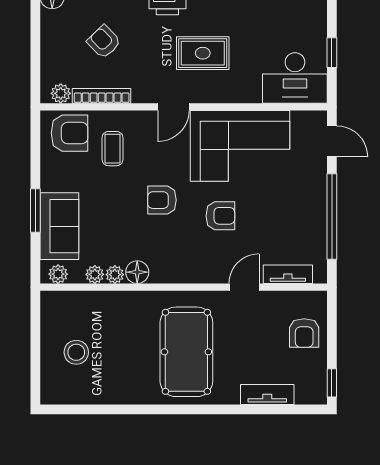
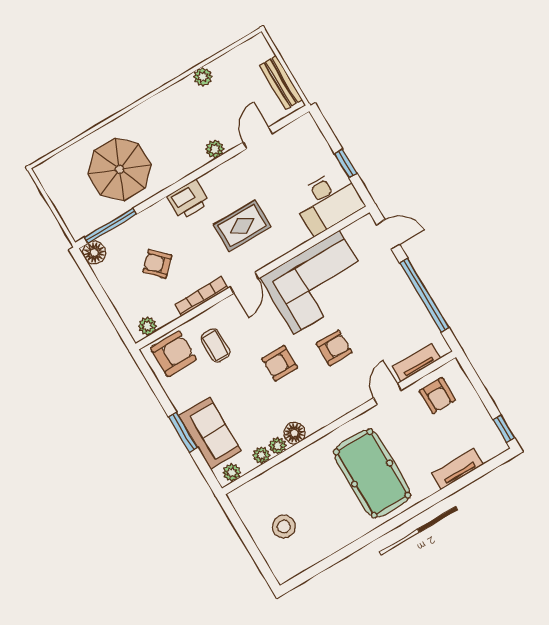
bookcase: (102, 96) -> (202, 296), moved
armchair: (304, 333) -> (437, 395), moved

